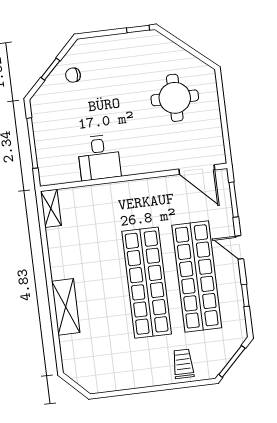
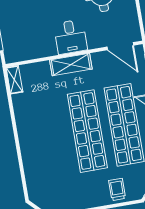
desk: (99, 158) -> (71, 37), moved
shelving: (66, 307) -> (71, 65), moved, turned 90

